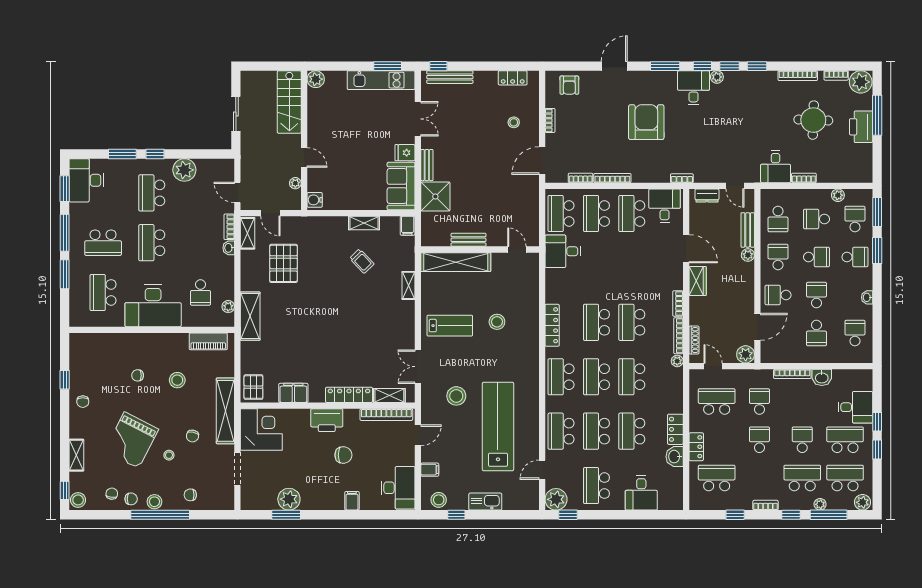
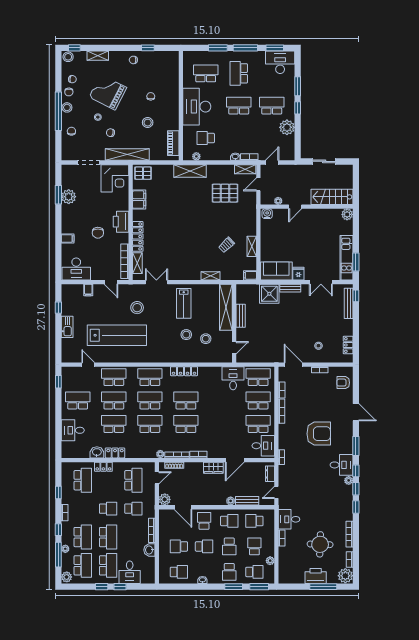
school desk: (802, 440) -> (108, 537), width x1.85
plant: (556, 499) -> (69, 374), removed
stool: (439, 500) -> (206, 339), moved

